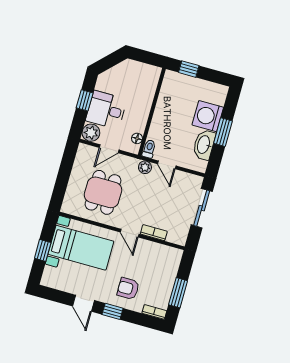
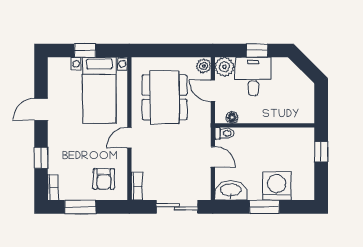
washbasin: (204, 145) -> (231, 190), moved
door: (167, 165) -> (213, 157), swing flipped
plant: (145, 167) -> (204, 66), moved
dining table: (103, 192) -> (165, 97), width x1.37
bookcase: (154, 233) -> (137, 186), moved
armchair: (128, 289) -> (104, 179), moved, turned 180
window: (113, 311) -> (41, 158), moved

